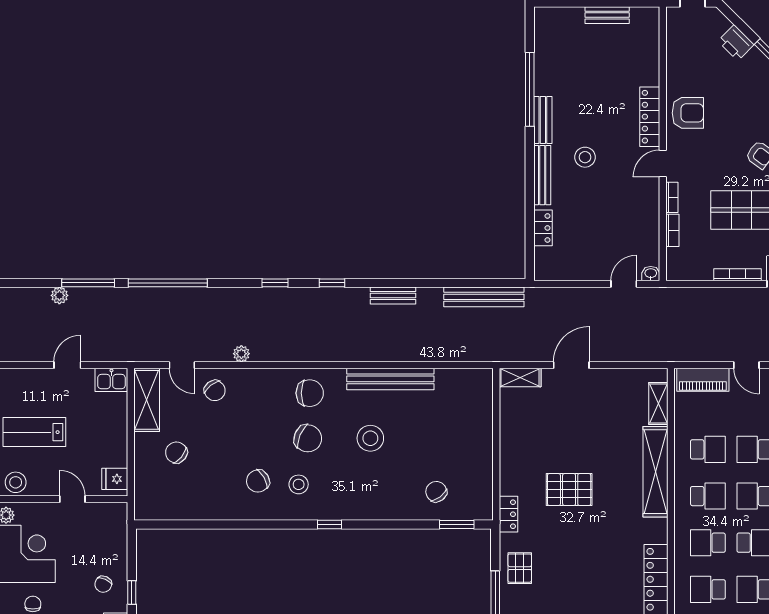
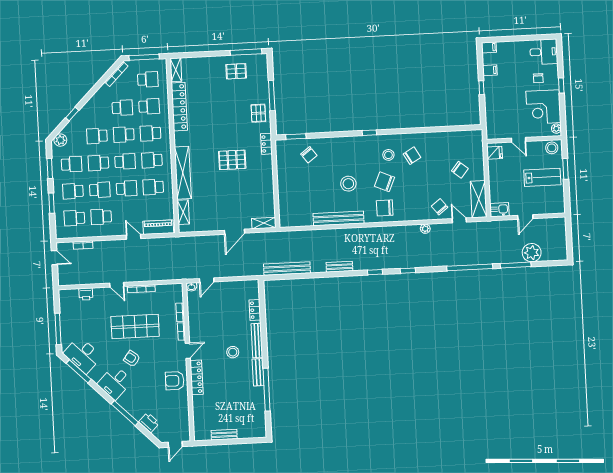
plant: (59, 295) -> (532, 253), width x1.87, depth x1.87
school desk: (708, 543) -> (151, 133), turned 180
chair: (103, 584) -> (498, 92), removed

